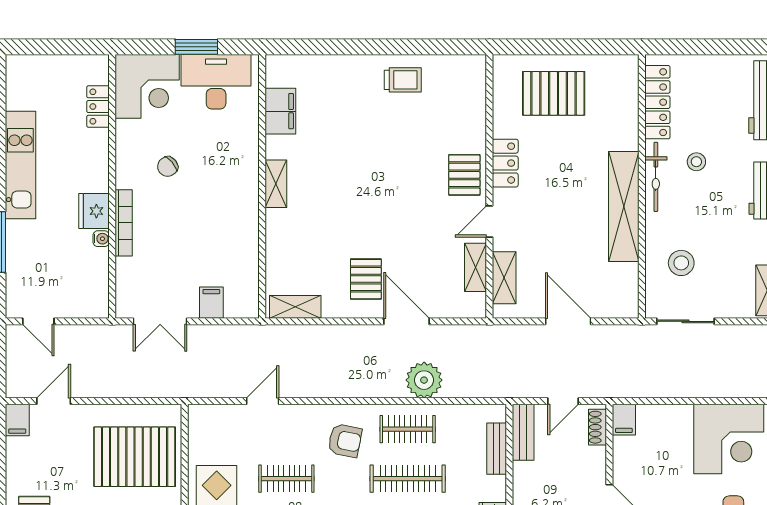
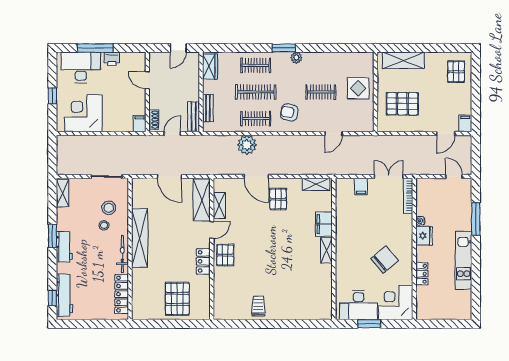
trolley: (403, 80) -> (258, 306), turned 90
pallet: (554, 93) -> (177, 299), turned 90
locker: (98, 107) -> (422, 274), moved
filing cabinet: (280, 111) -> (324, 224), moved
stool: (696, 162) -> (104, 225), moved
chair: (168, 167) -> (385, 260), width x1.87, depth x1.87
bookcase: (124, 223) -> (408, 196), moved
shelving: (504, 278) -> (202, 200), width x1.50, depth x1.33
pallet: (135, 457) -> (402, 104), width x0.73, depth x0.71

